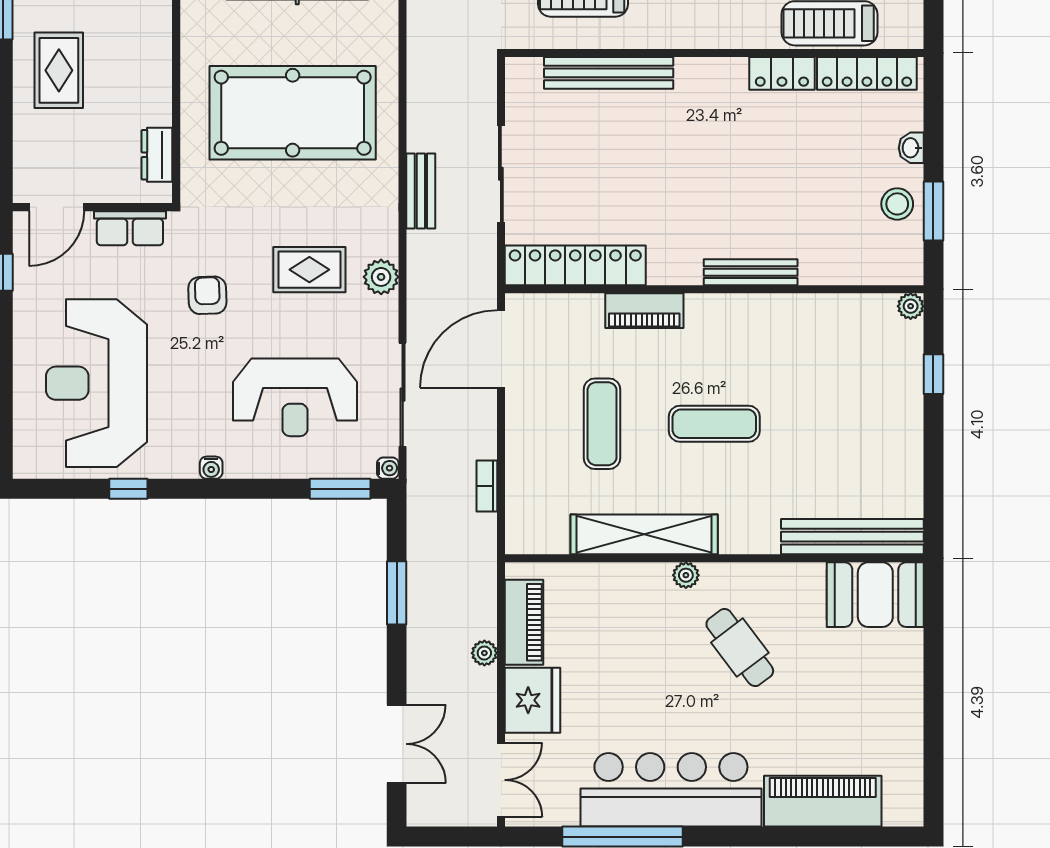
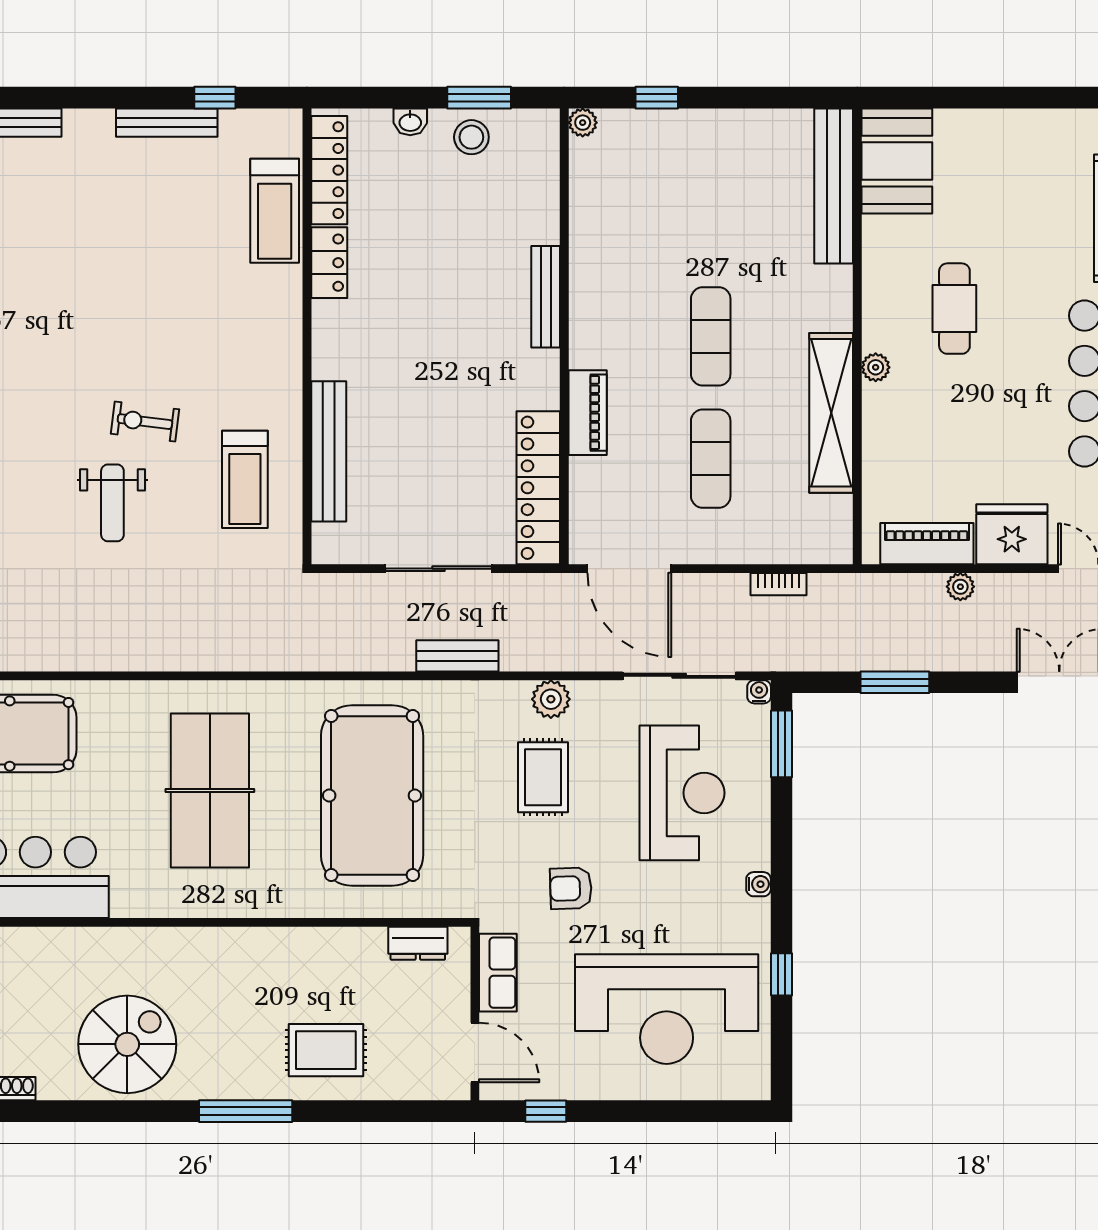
exercise mat: (602, 424) -> (711, 459), turned 90
cafe table: (740, 648) -> (954, 309), turned -53

